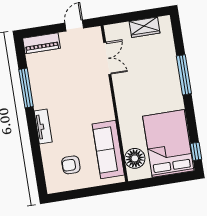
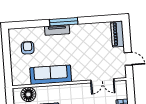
window: (26, 88) -> (64, 22), moved
sofa: (108, 150) -> (51, 75), moved

